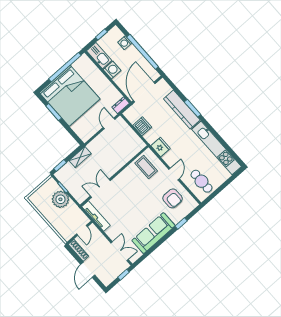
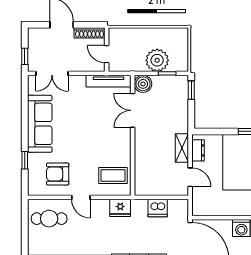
dresser: (121, 105) -> (198, 150), moved
shelving: (80, 157) -> (182, 148), moved
double door: (100, 188) -> (133, 110), swing flipped
boiler: (81, 196) -> (143, 84), added

